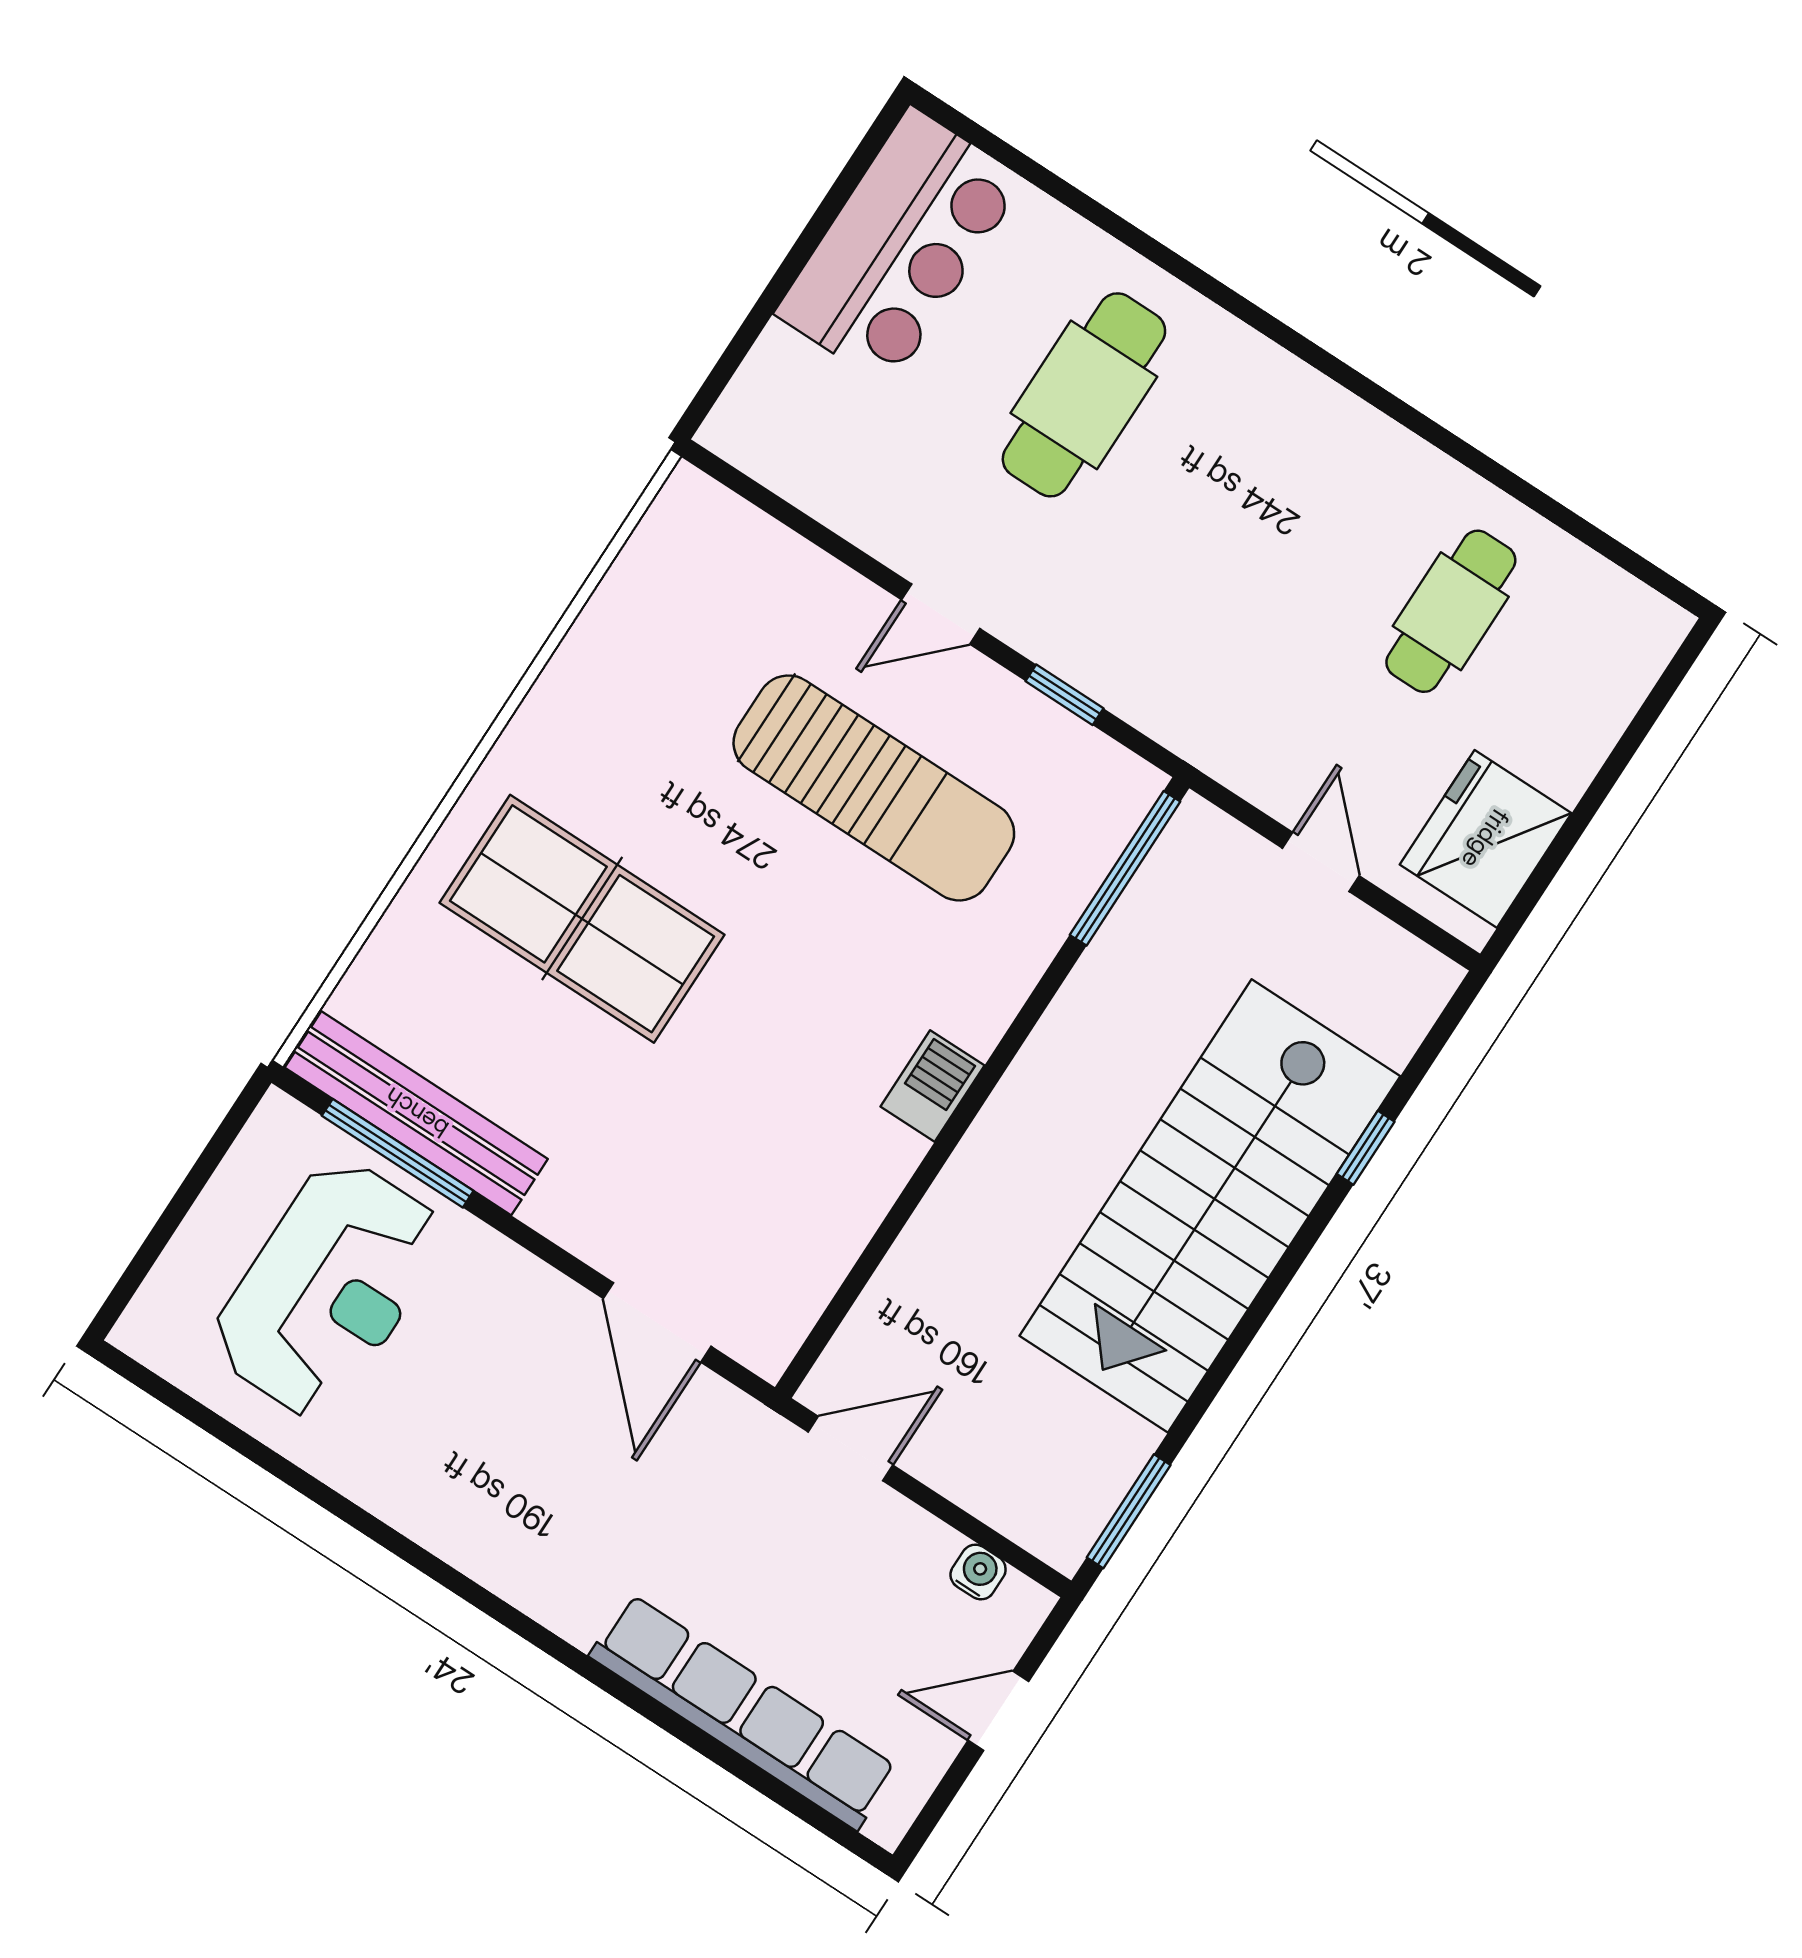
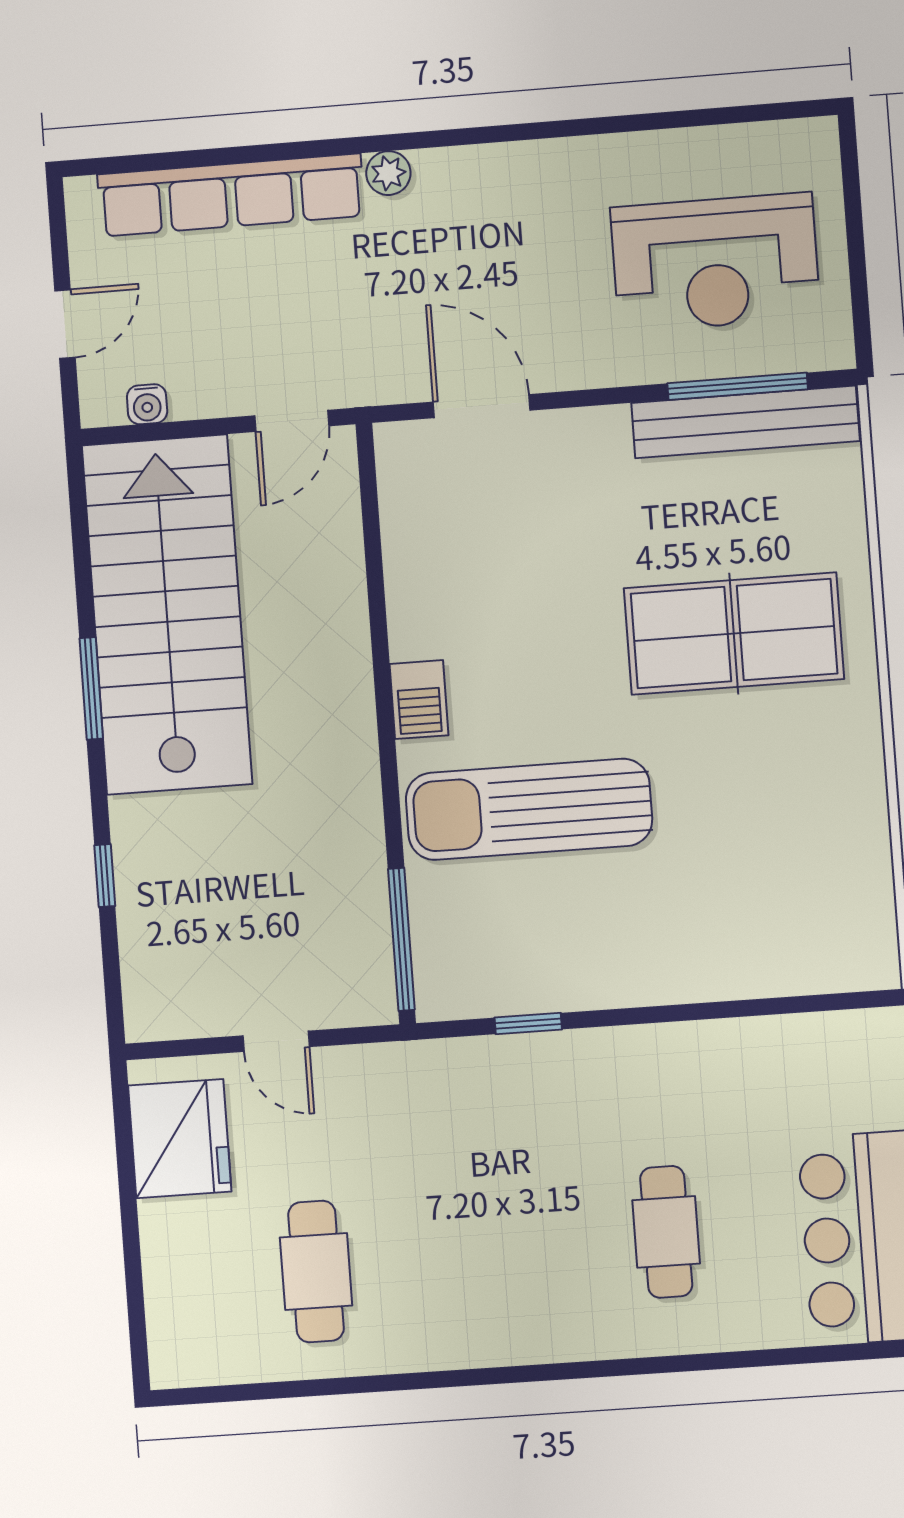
cafe table: (1084, 395) -> (666, 1232), width x0.73, depth x0.74
door: (941, 614) -> (650, 1015), removed
sun lounger: (874, 788) -> (529, 809), moved
stairs: (1210, 1206) -> (167, 615), moved
reception desk: (328, 1288) -> (715, 262), turned -90
window: (1129, 1511) -> (91, 688), moved
plant: (575, 1616) -> (388, 173), added

